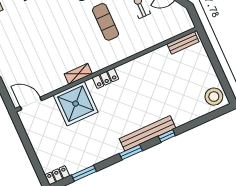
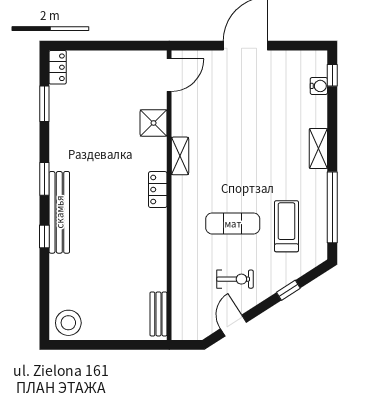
shower: (76, 104) -> (154, 123), width x0.54, depth x0.54

